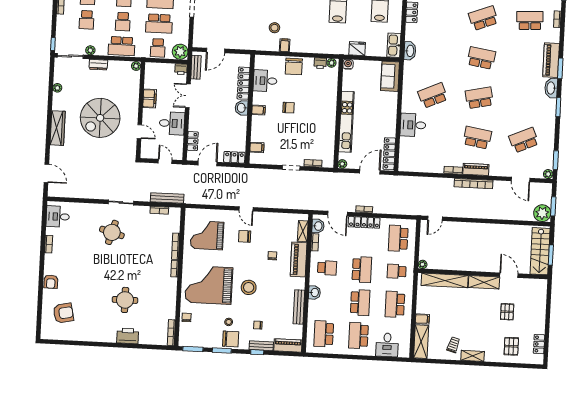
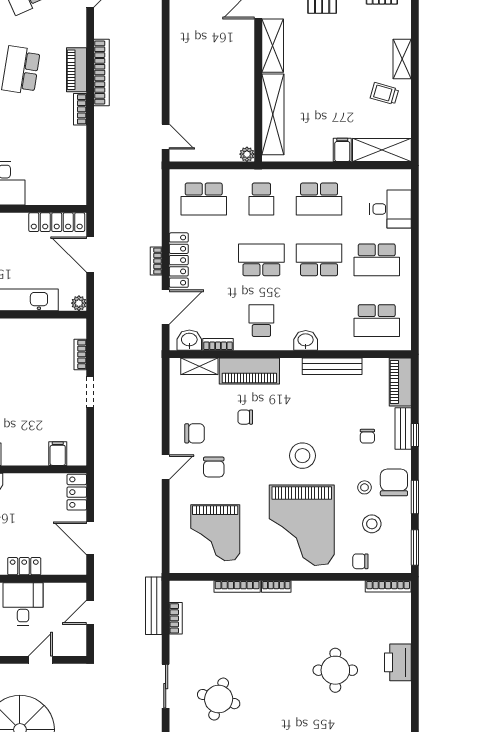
locker: (193, 141) -> (24, 566), moved
chair: (264, 226) -> (195, 433), added
stool: (208, 325) -> (372, 524), added

